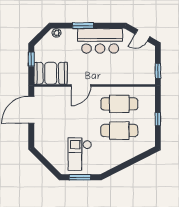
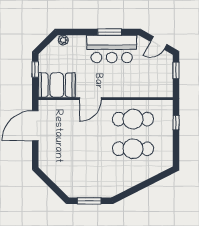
window: (83, 26) -> (110, 32), moved
window: (158, 71) -> (176, 70), moved
window: (158, 119) -> (176, 123), moved
checkout: (80, 154) -> (89, 175), removed

